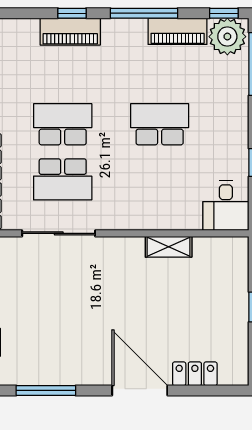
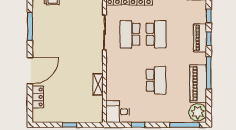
window: (224, 13) -> (209, 16), moved
piano: (178, 31) -> (198, 84), width x1.37, depth x1.33

